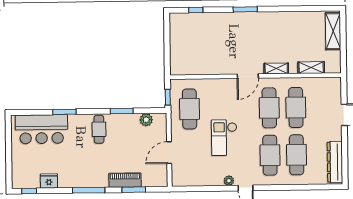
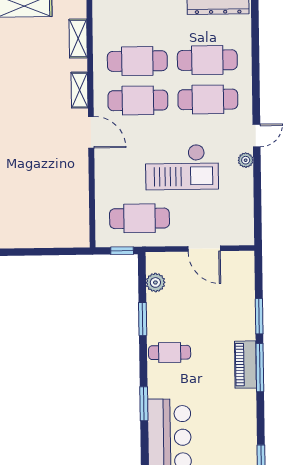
checkout: (224, 138) -> (182, 167), width x1.36, depth x1.21
piano: (125, 180) -> (245, 365), moved
fridge: (49, 181) -> (246, 427), removed
window: (134, 190) -> (259, 316), moved

